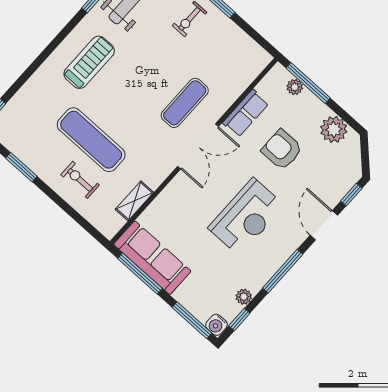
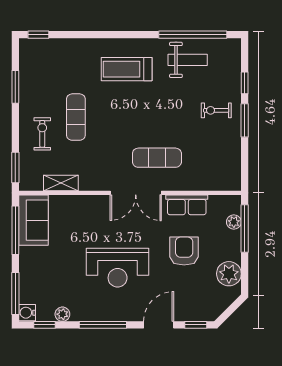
treadmill: (89, 62) -> (127, 69), turned 180
exercise mat: (91, 140) -> (76, 117), width x0.73, depth x0.69
window: (88, 227) -> (15, 167), added
sofa: (152, 258) -> (33, 220), width x0.73

